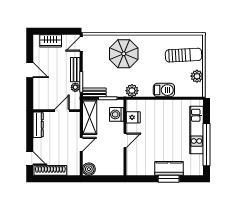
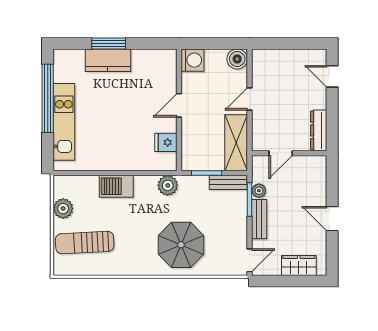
washing machine: (117, 114) -> (193, 60), moved
shoe rack: (50, 170) -> (299, 57), removed

